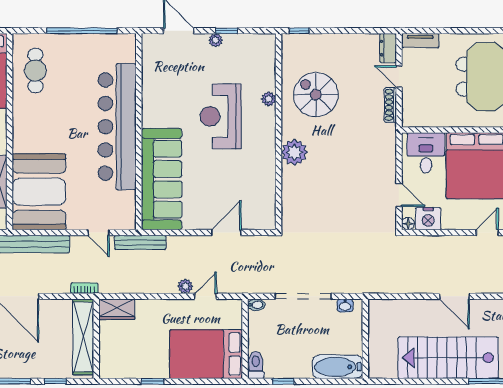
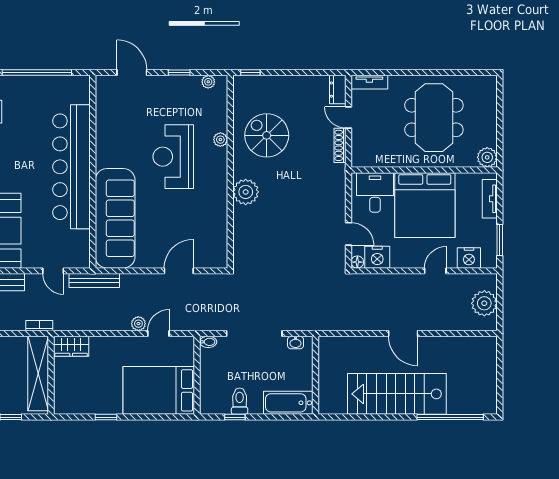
plant: (216, 40) -> (208, 82), moved
toilet: (256, 365) -> (240, 401), moved

